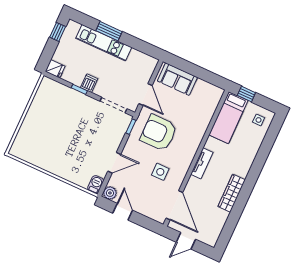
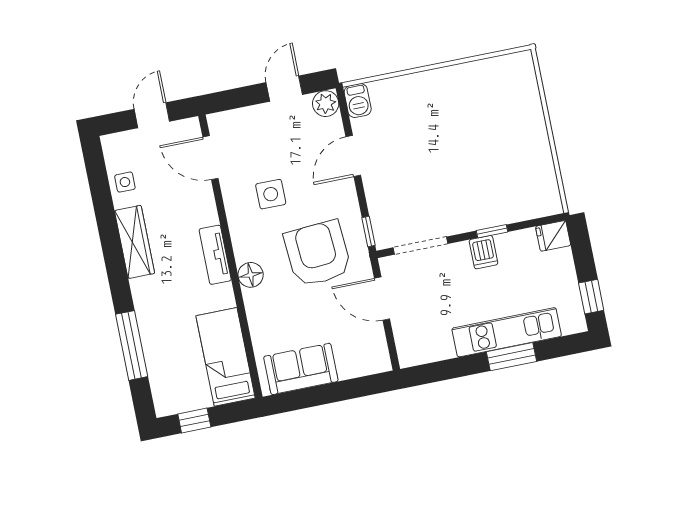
sofa: (177, 79) -> (301, 369), moved
window: (246, 94) -> (194, 421), moved
side table: (259, 120) -> (125, 182), moved
armchair: (159, 133) -> (318, 254), turned -94
floor lamp: (193, 144) -> (251, 275), added
window: (264, 151) -> (132, 345), added
door: (174, 205) -> (210, 158), width x0.73
door: (123, 212) -> (284, 89), swing flipped

